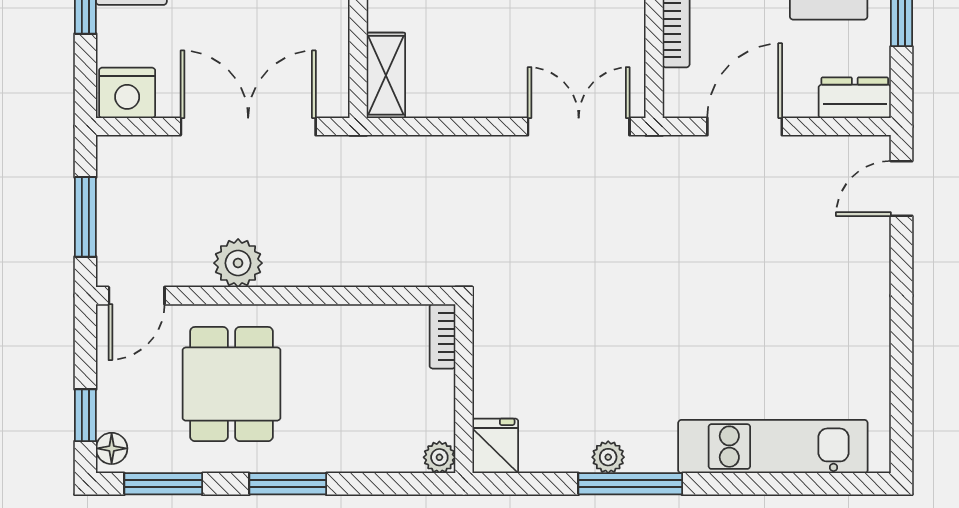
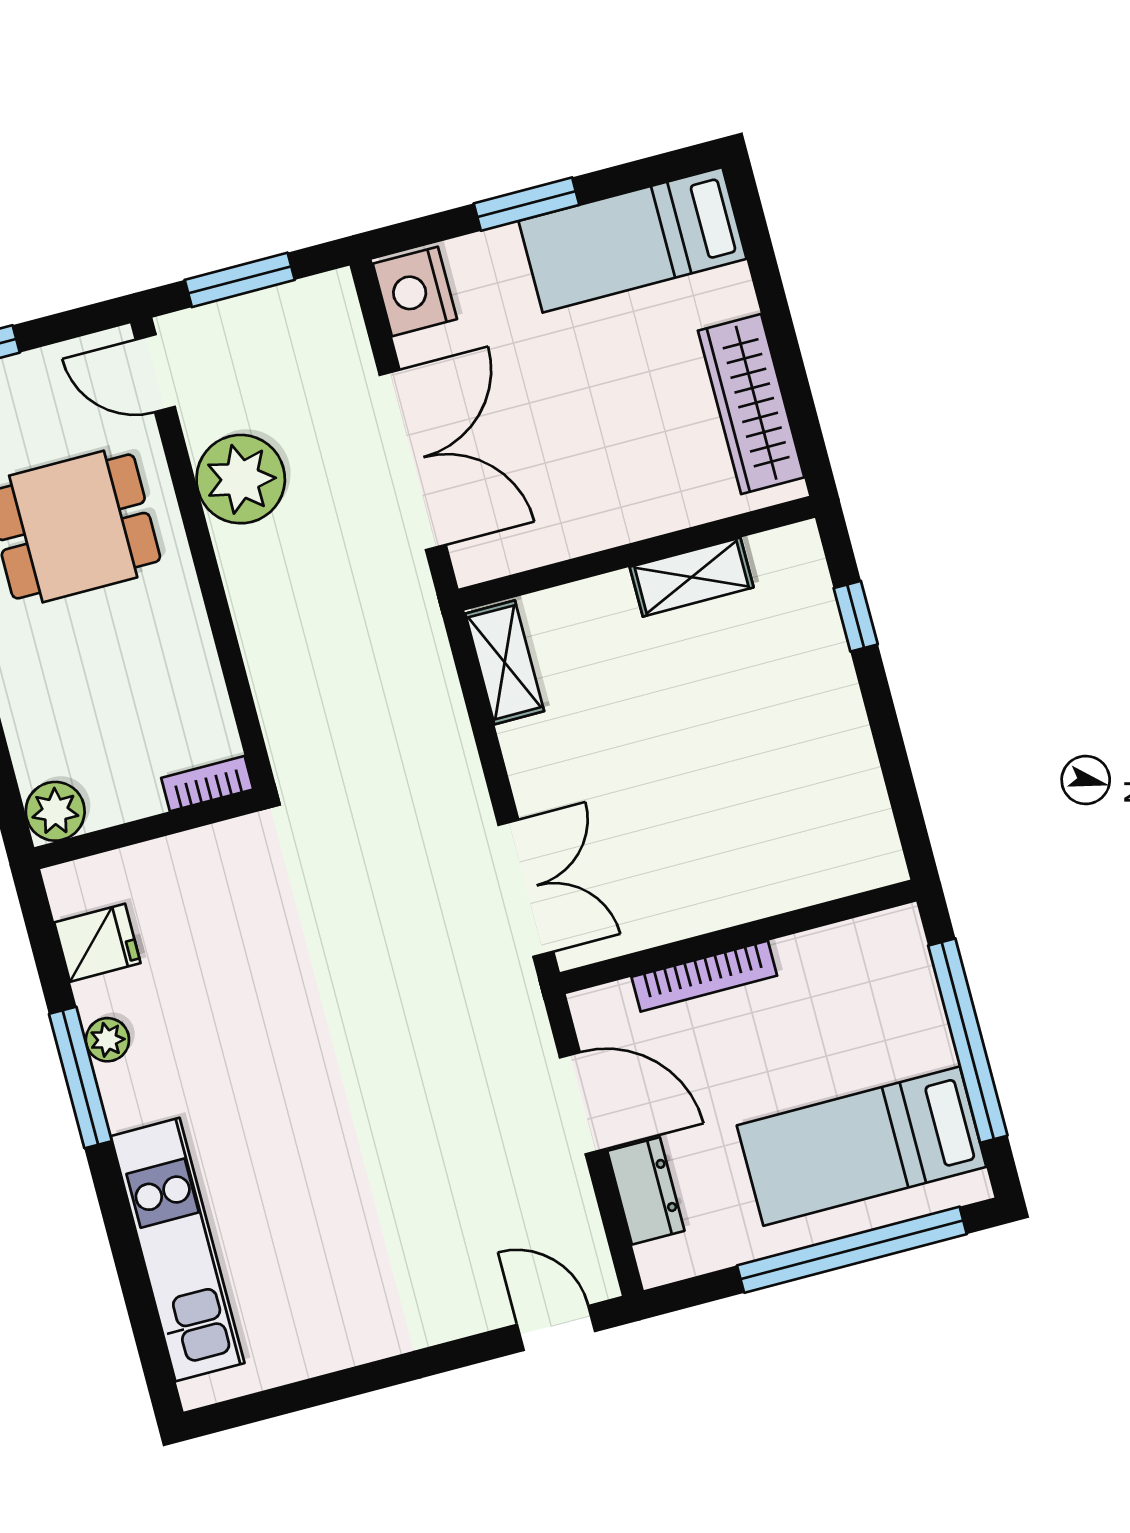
shelving: (386, 75) -> (505, 662), moved, turned 90
dresser: (855, 98) -> (646, 1191), moved
plant: (238, 263) -> (241, 479), width x1.36, depth x1.36
fridge: (495, 446) -> (97, 943), moved
plant: (439, 457) -> (55, 811), width x1.38, depth x1.38

